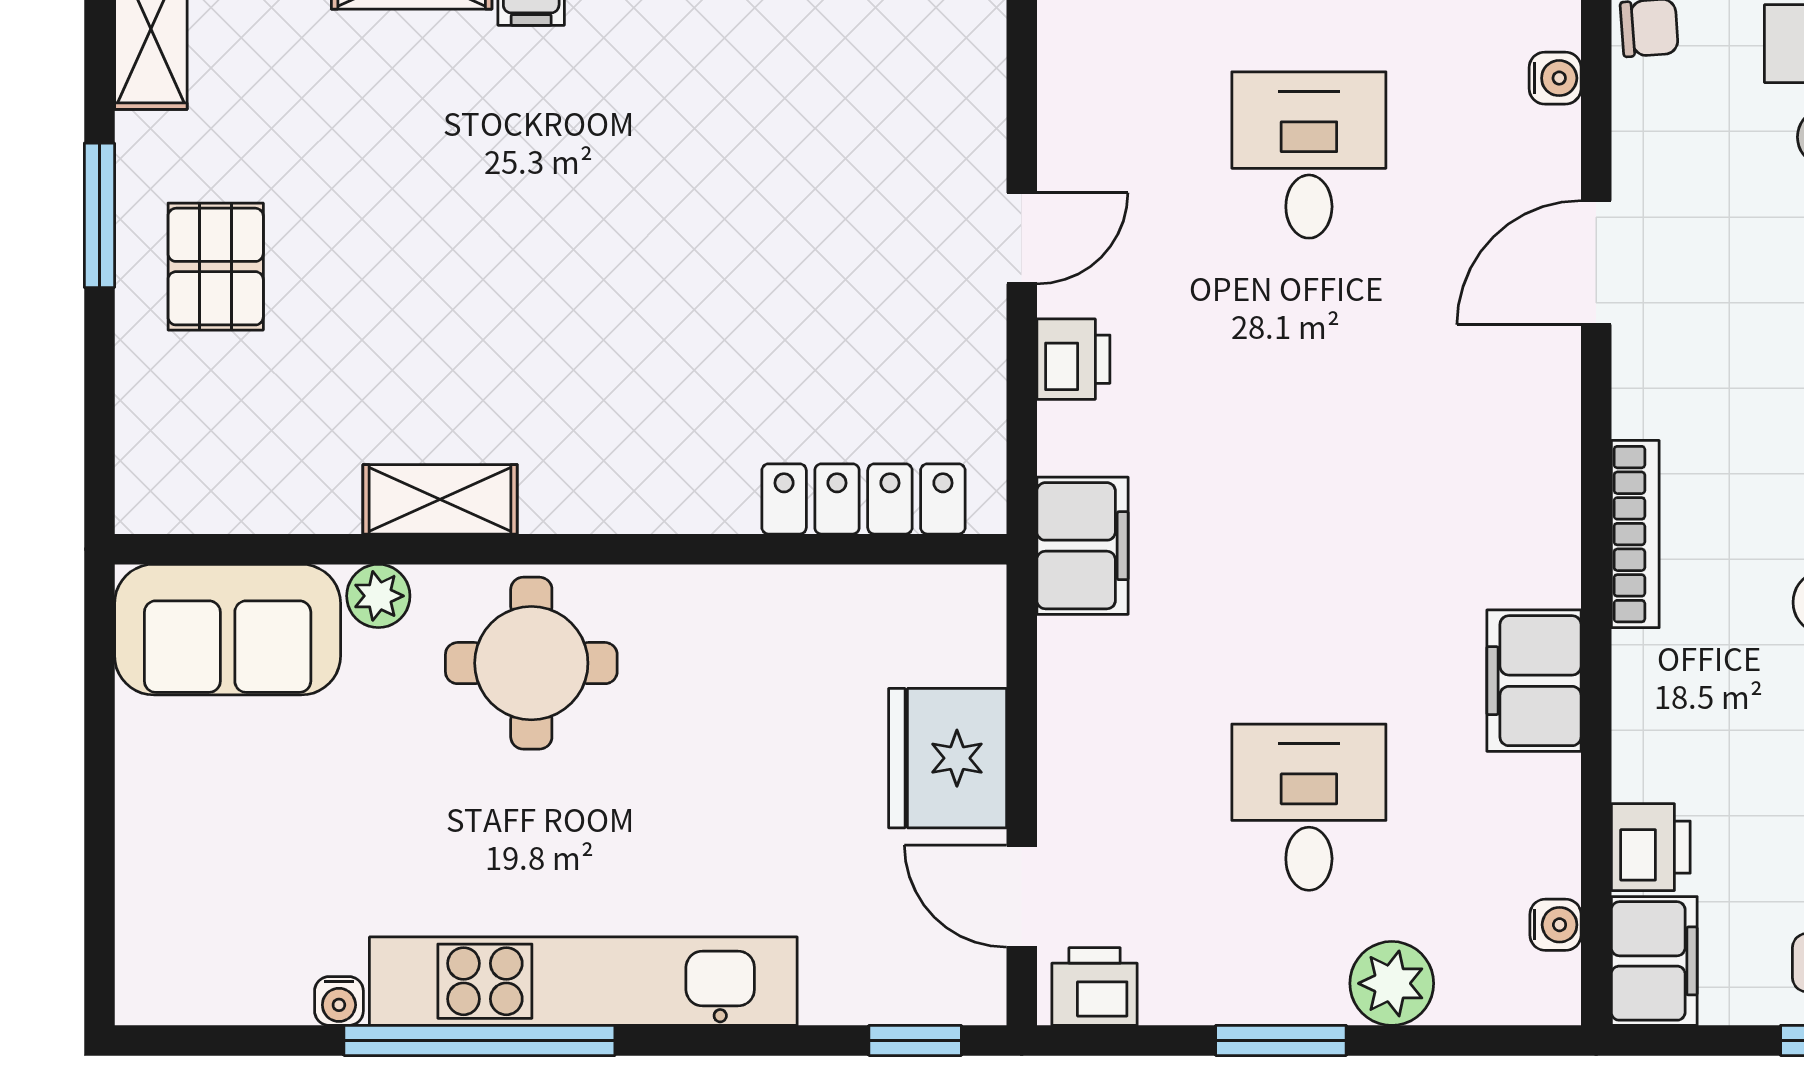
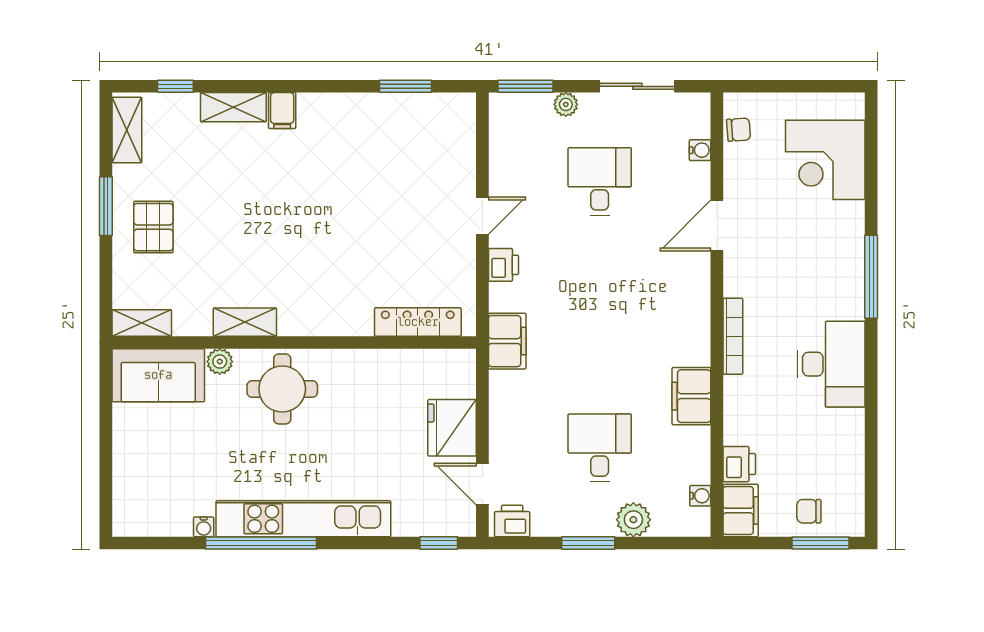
shelving: (187, 501) -> (142, 323), added

